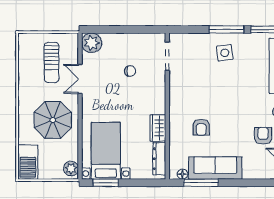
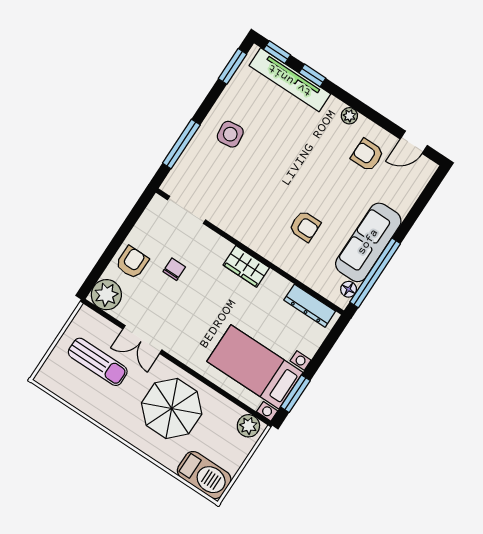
window: (226, 29) -> (181, 144), moved
armchair: (119, 45) -> (132, 262), added
wardrobe: (158, 128) -> (246, 266), moved
window: (201, 183) -> (375, 273), width x1.46

